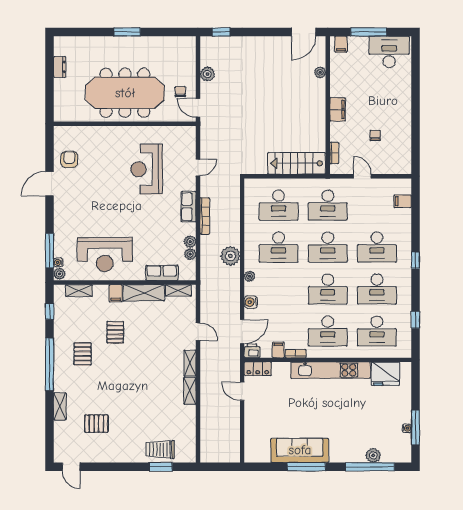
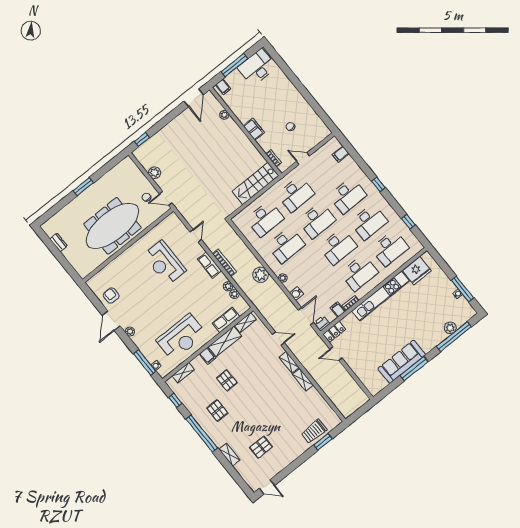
plant: (59, 274) -> (130, 332), moved

